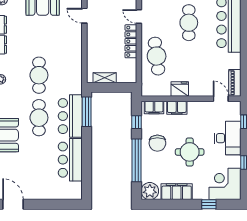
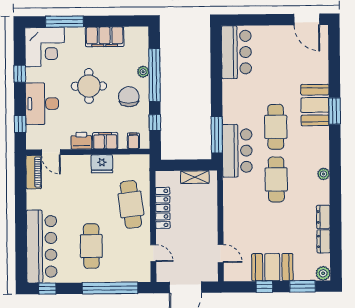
locker: (131, 41) -> (163, 208), moved
filing cabinet: (154, 107) -> (133, 141), width x0.50
printer: (196, 108) -> (81, 141), added
bar counter: (70, 116) -> (237, 151), moved
bar counter: (70, 160) -> (236, 52), moved
plant: (150, 191) -> (143, 72), moved, width x0.53, depth x0.53
window: (209, 204) -> (64, 22), width x2.17

